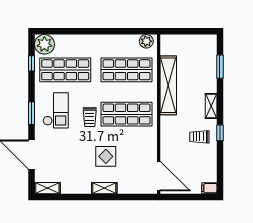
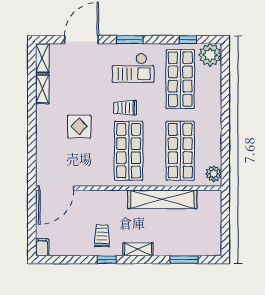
shelving: (104, 188) -> (42, 89), moved

